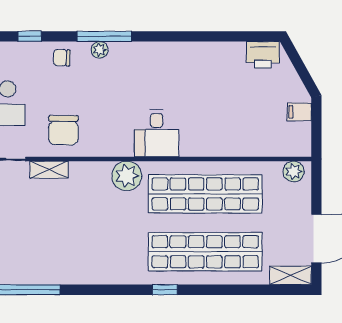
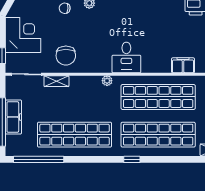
filing cabinet: (243, 145) -> (183, 65), added
plant: (127, 176) -> (107, 81), width x0.53, depth x0.53
shop shelf: (77, 252) -> (75, 135), added

